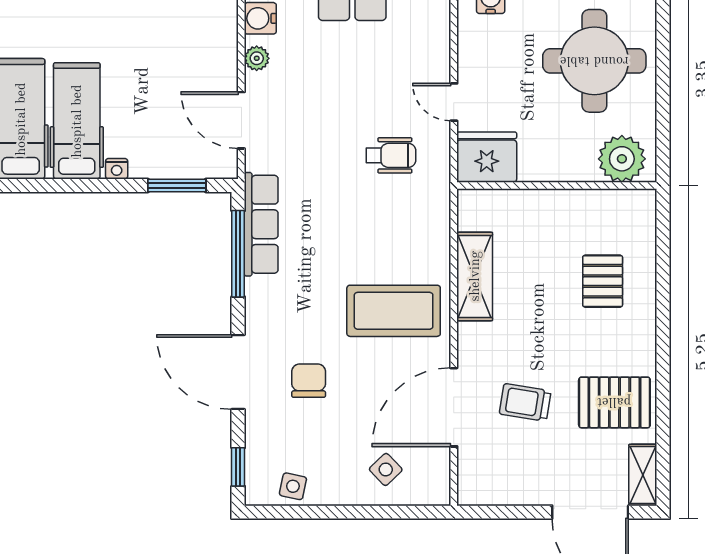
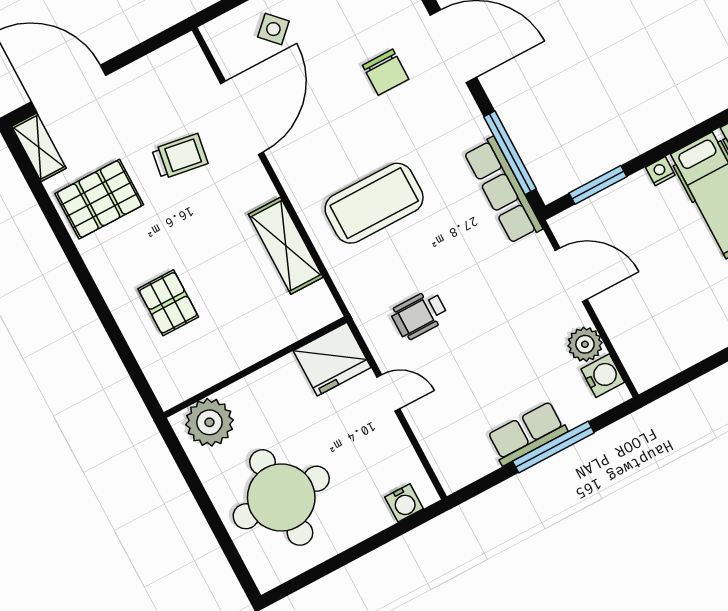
plant: (257, 58) -> (585, 344), width x1.38, depth x1.38
coffee table: (394, 311) -> (374, 203), moved

